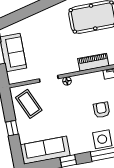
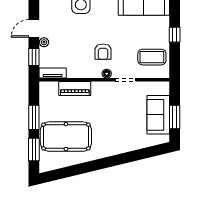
coffee table: (29, 104) -> (152, 57), turned -66
armchair: (102, 110) -> (103, 52), moved

